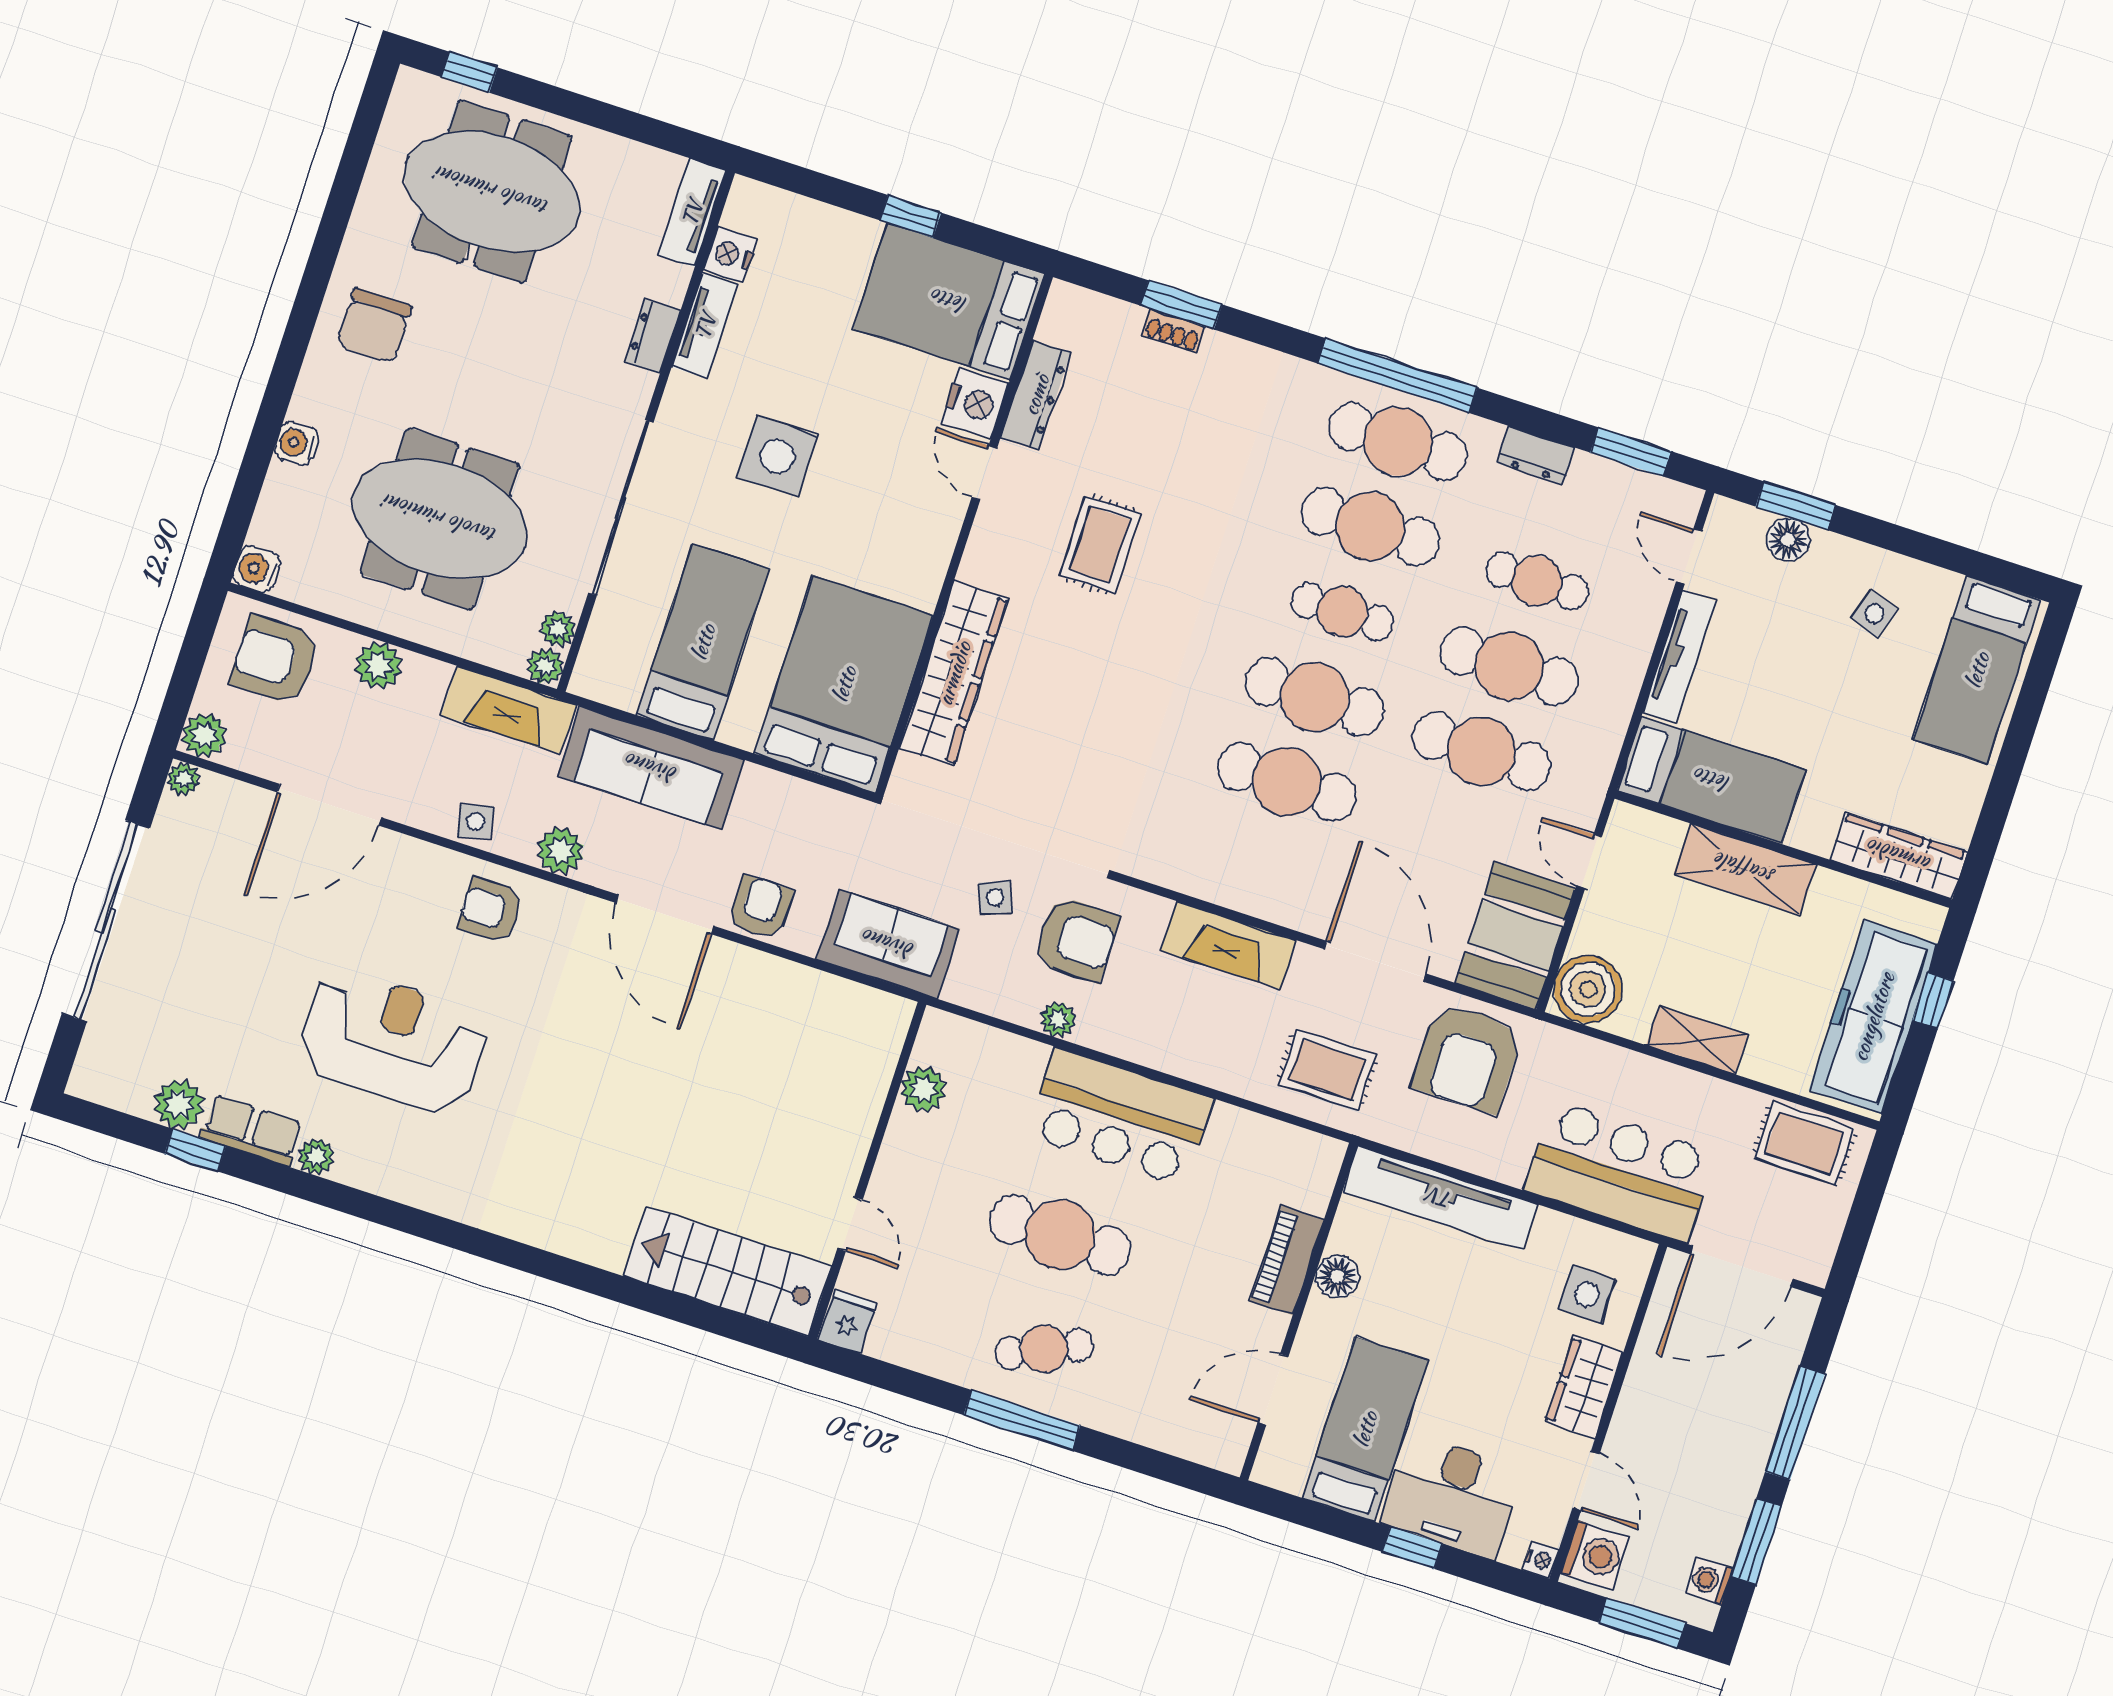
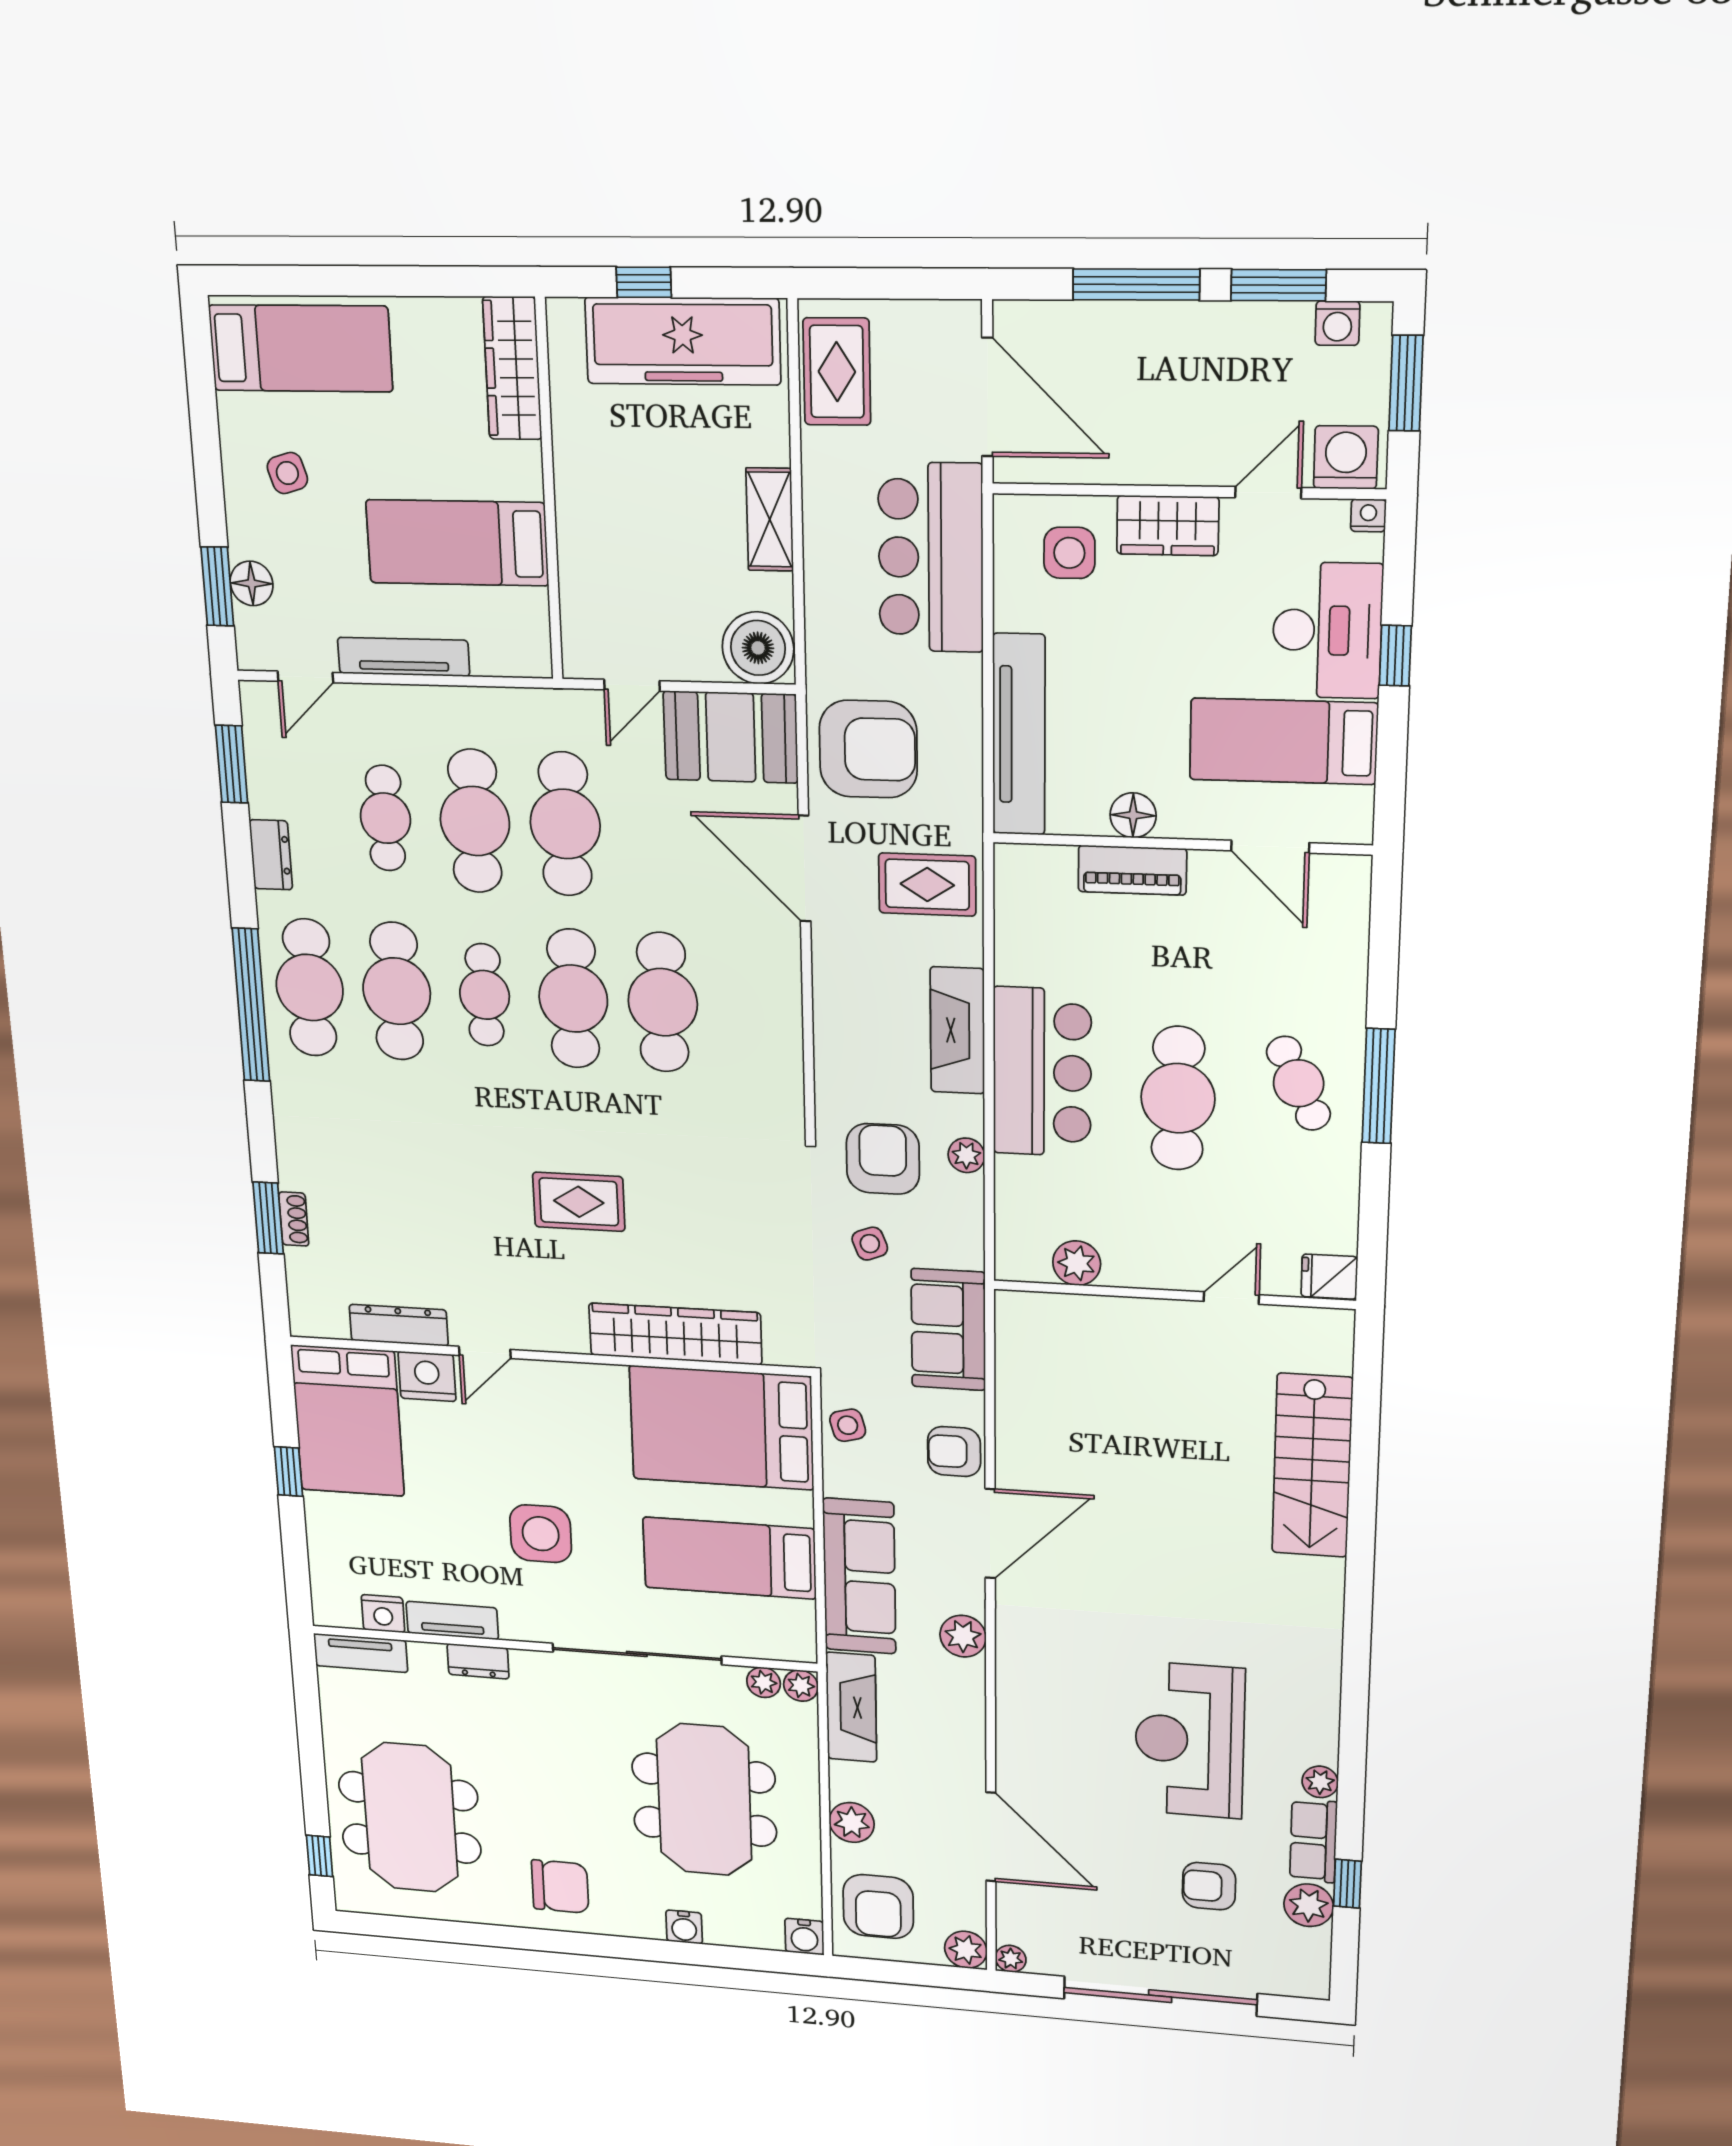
rug: (1100, 545) -> (579, 1202), moved
side table: (1874, 614) -> (287, 473), turned -34
bed: (1712, 780) -> (457, 543), moved, turned -90
side table: (476, 822) -> (848, 1425), moved
shelving: (1745, 869) -> (583, 524), removed
armchair: (491, 910) -> (1209, 1886), moved, turned 90
fireplace: (1228, 945) -> (957, 1030), moved, turned 180
door: (1375, 961) -> (805, 869), hinge flipped
rug: (1327, 1070) -> (927, 884), turned 90
stairs: (727, 1271) -> (1312, 1466), moved

